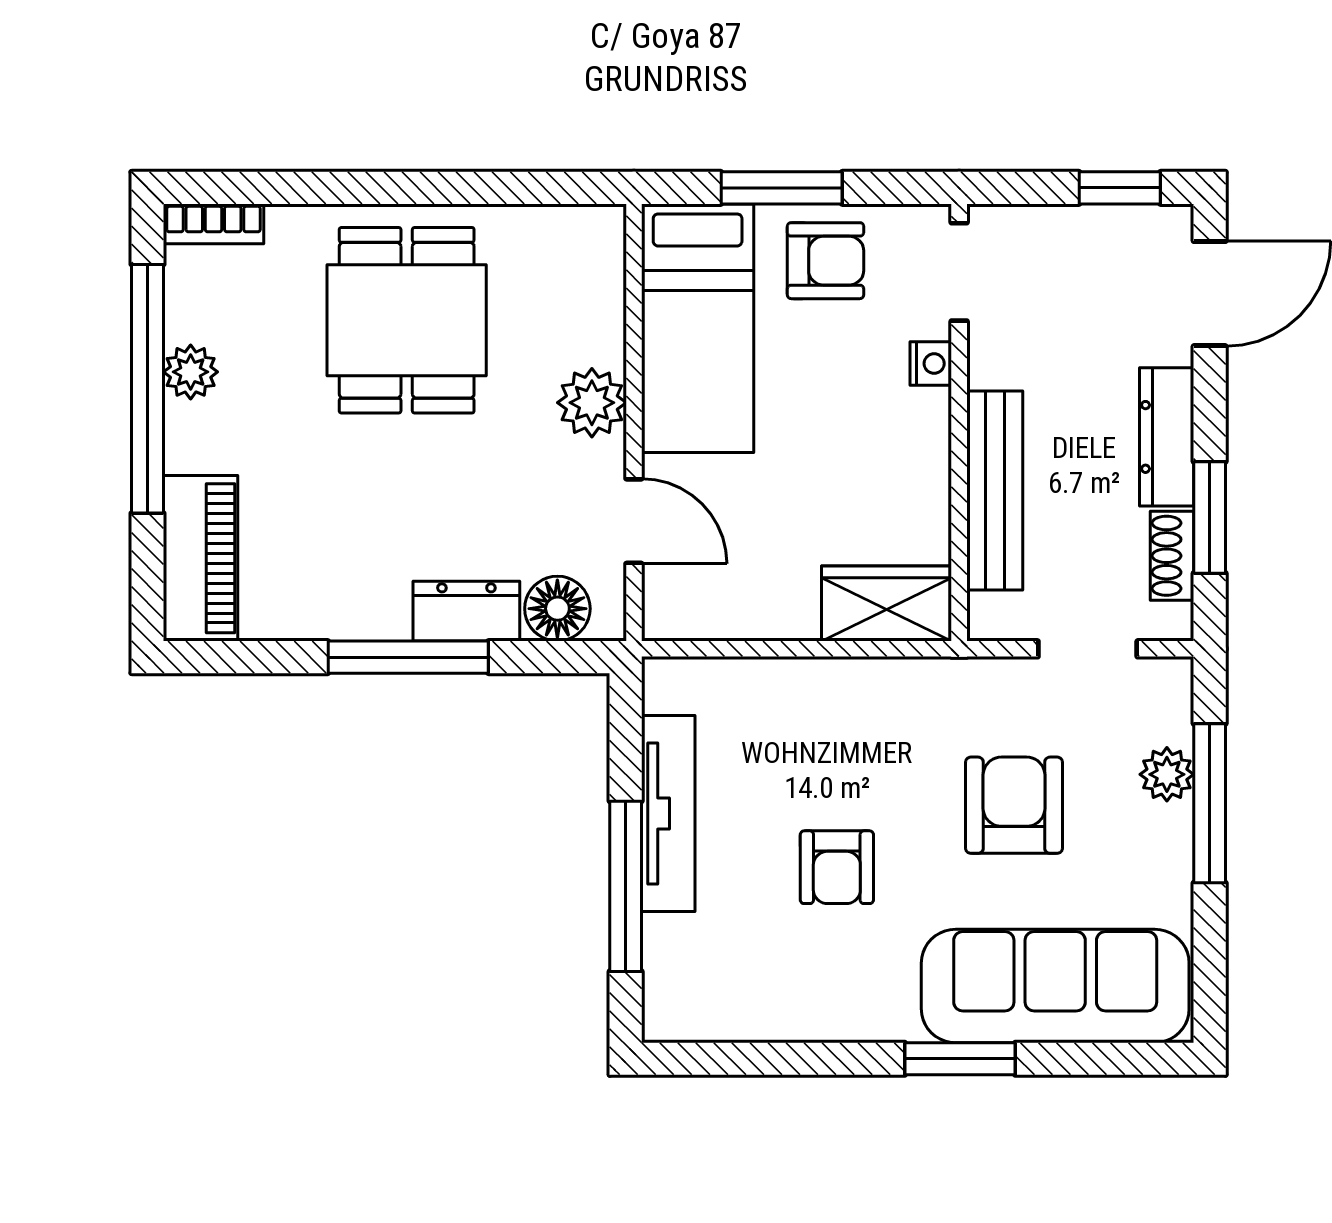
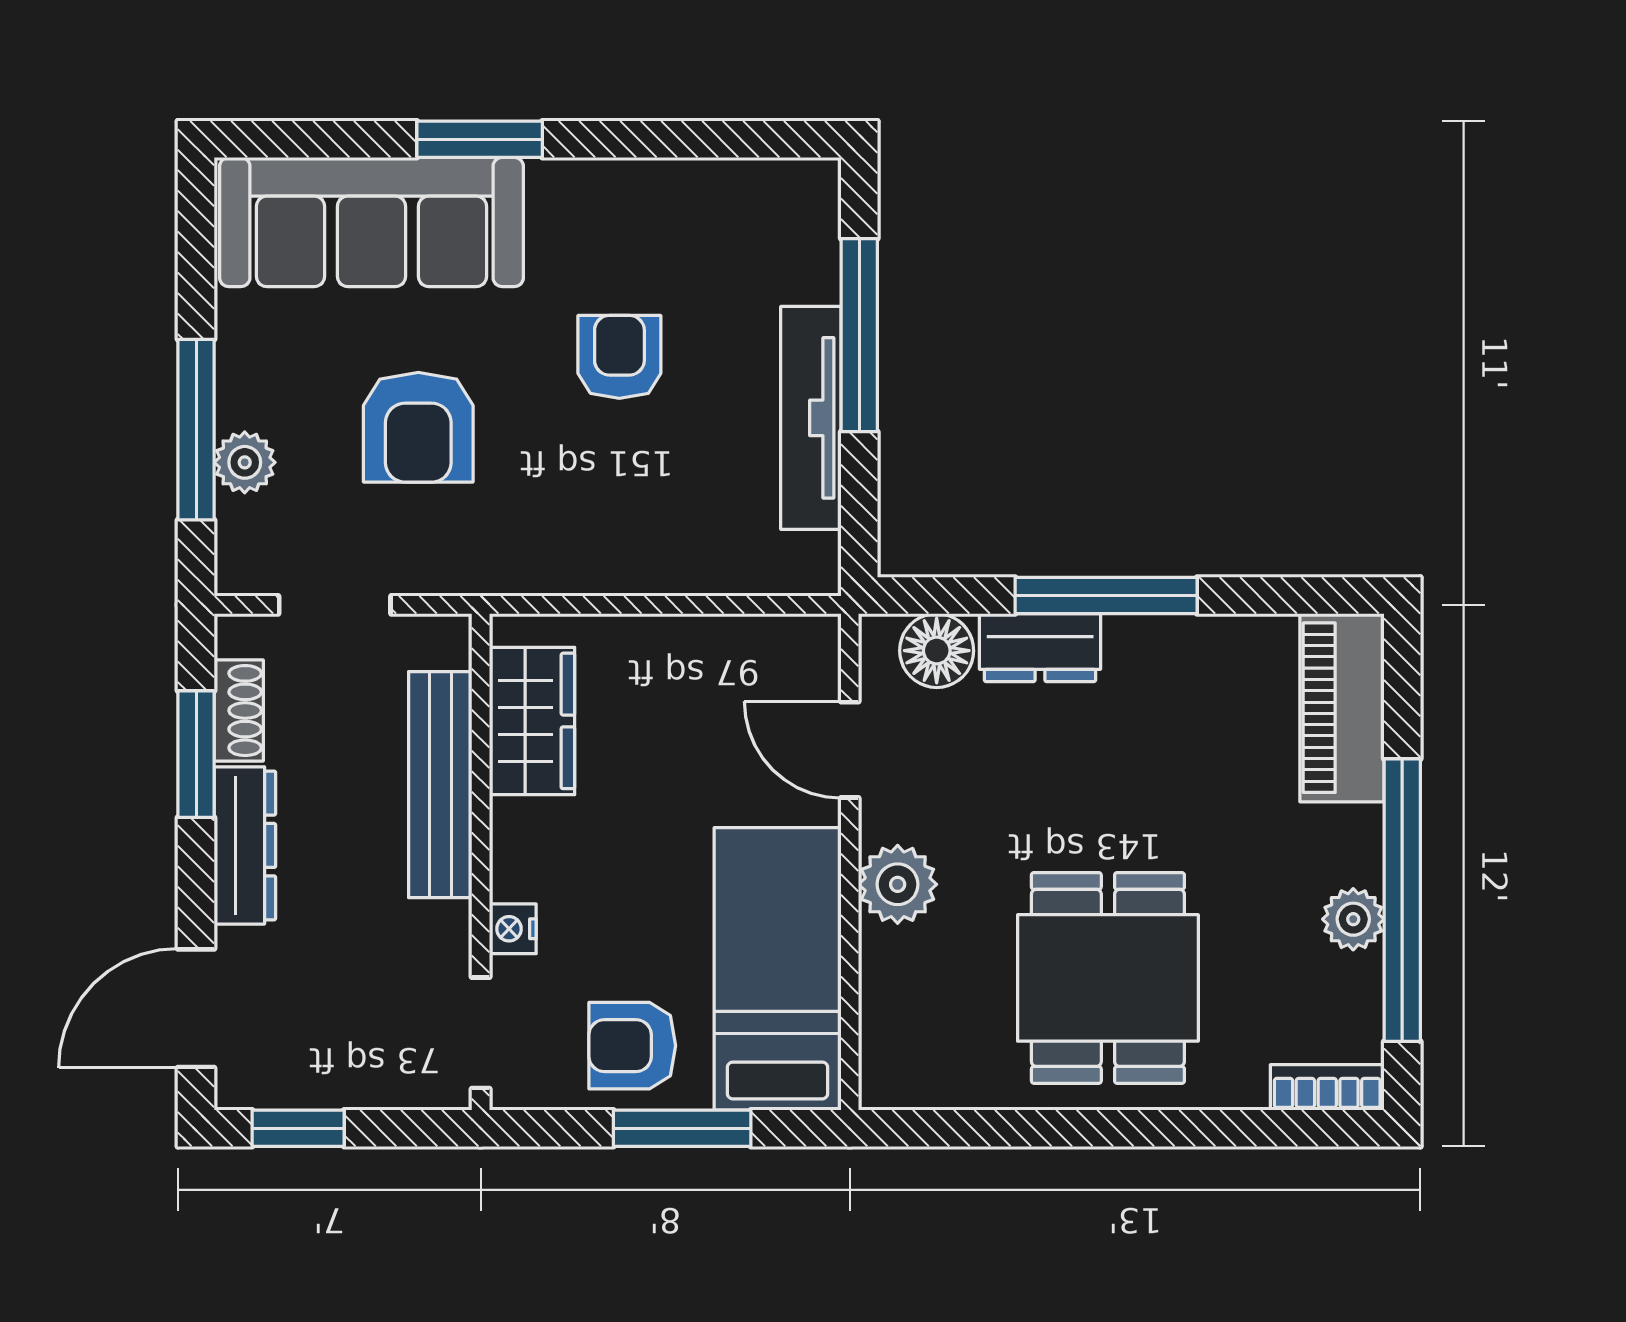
wardrobe: (887, 604) -> (532, 721), moved, turned -90

